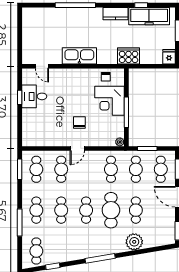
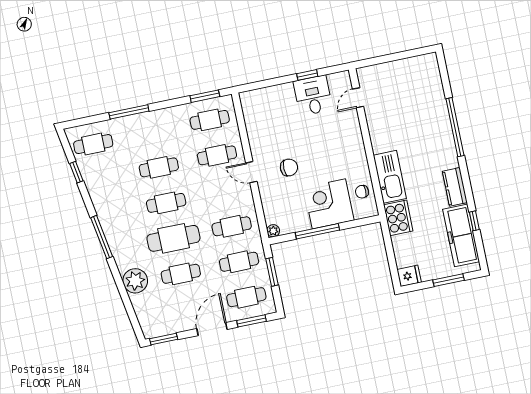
kitchen sink: (79, 56) -> (390, 177), moved
cafe table: (36, 210) -> (151, 132), removed

